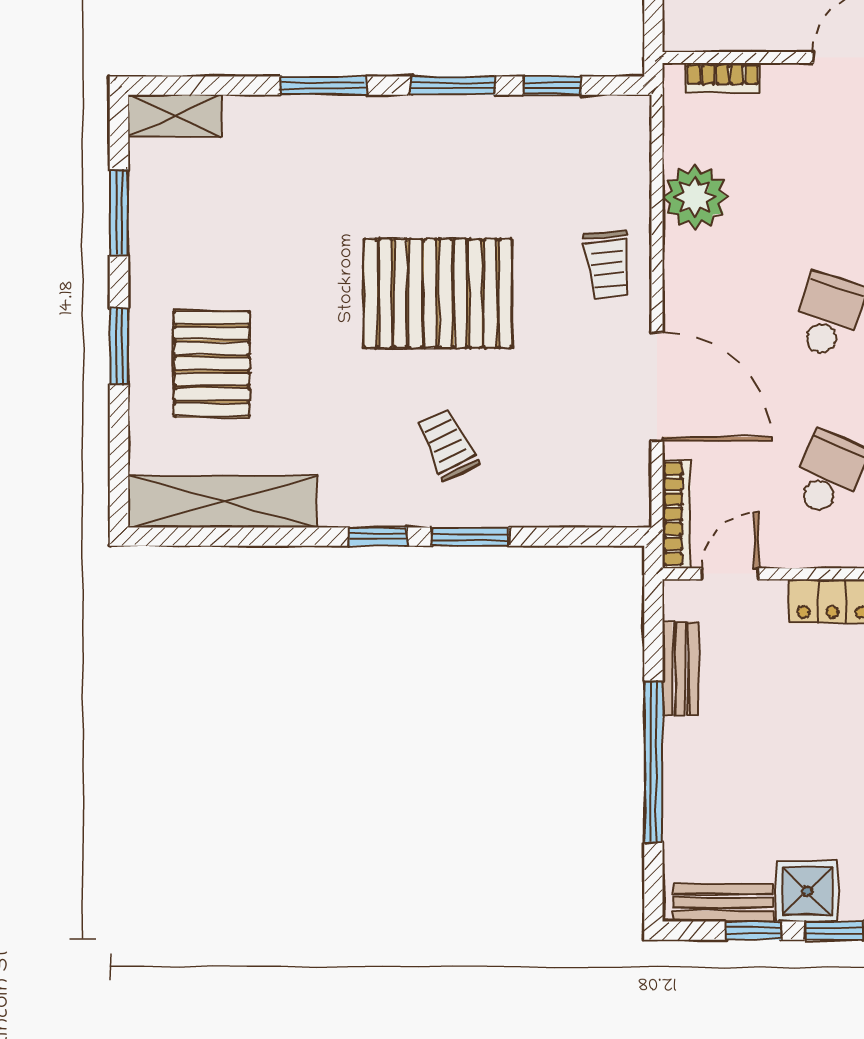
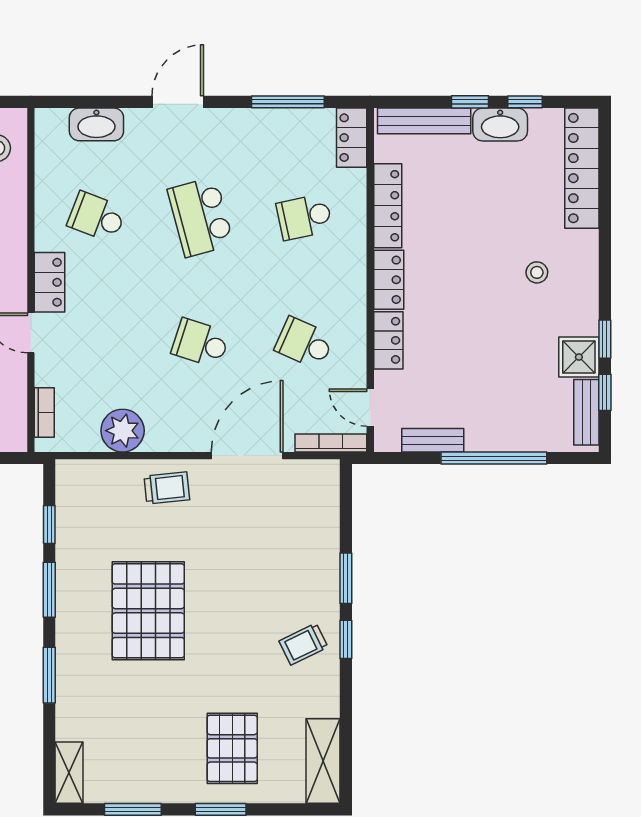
pallet: (438, 293) -> (148, 611), moved
pallet: (212, 364) -> (232, 748), turned 90
trolley: (447, 445) -> (303, 644), moved
shelving: (223, 502) -> (323, 761), width x0.68

